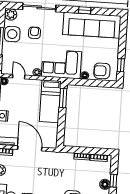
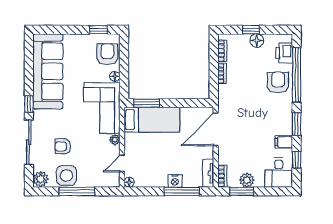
window: (85, 10) -> (29, 104), moved
armchair: (102, 71) -> (107, 54), turned 180
door: (30, 148) -> (216, 129), moved

